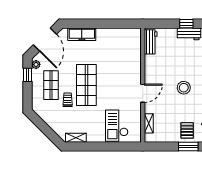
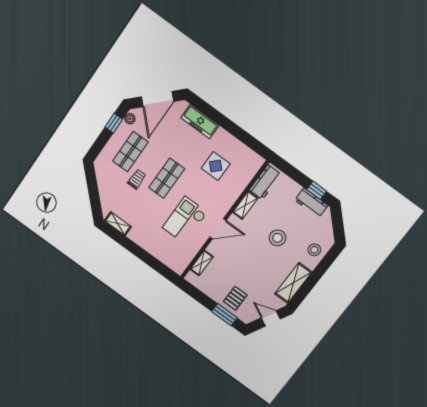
display table: (112, 55) -> (216, 166), added
shelving: (149, 66) -> (245, 205), added
shop shelf: (86, 85) -> (167, 178), width x0.70, depth x0.74
stool: (184, 88) -> (277, 238), moved
checkout: (117, 126) -> (185, 220), moved

